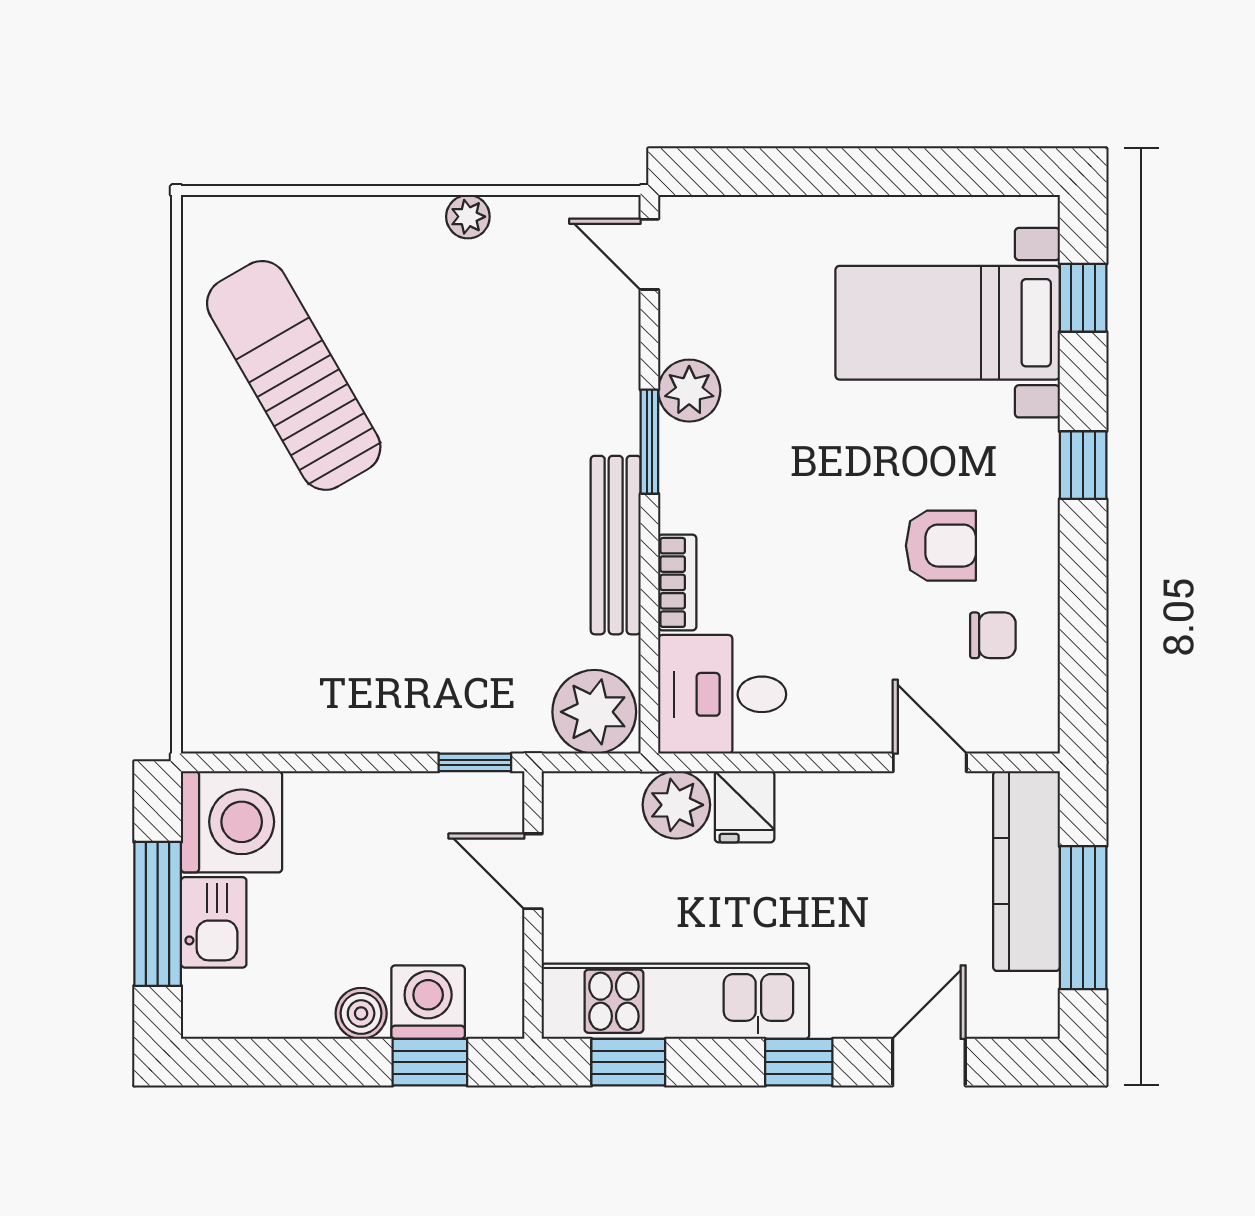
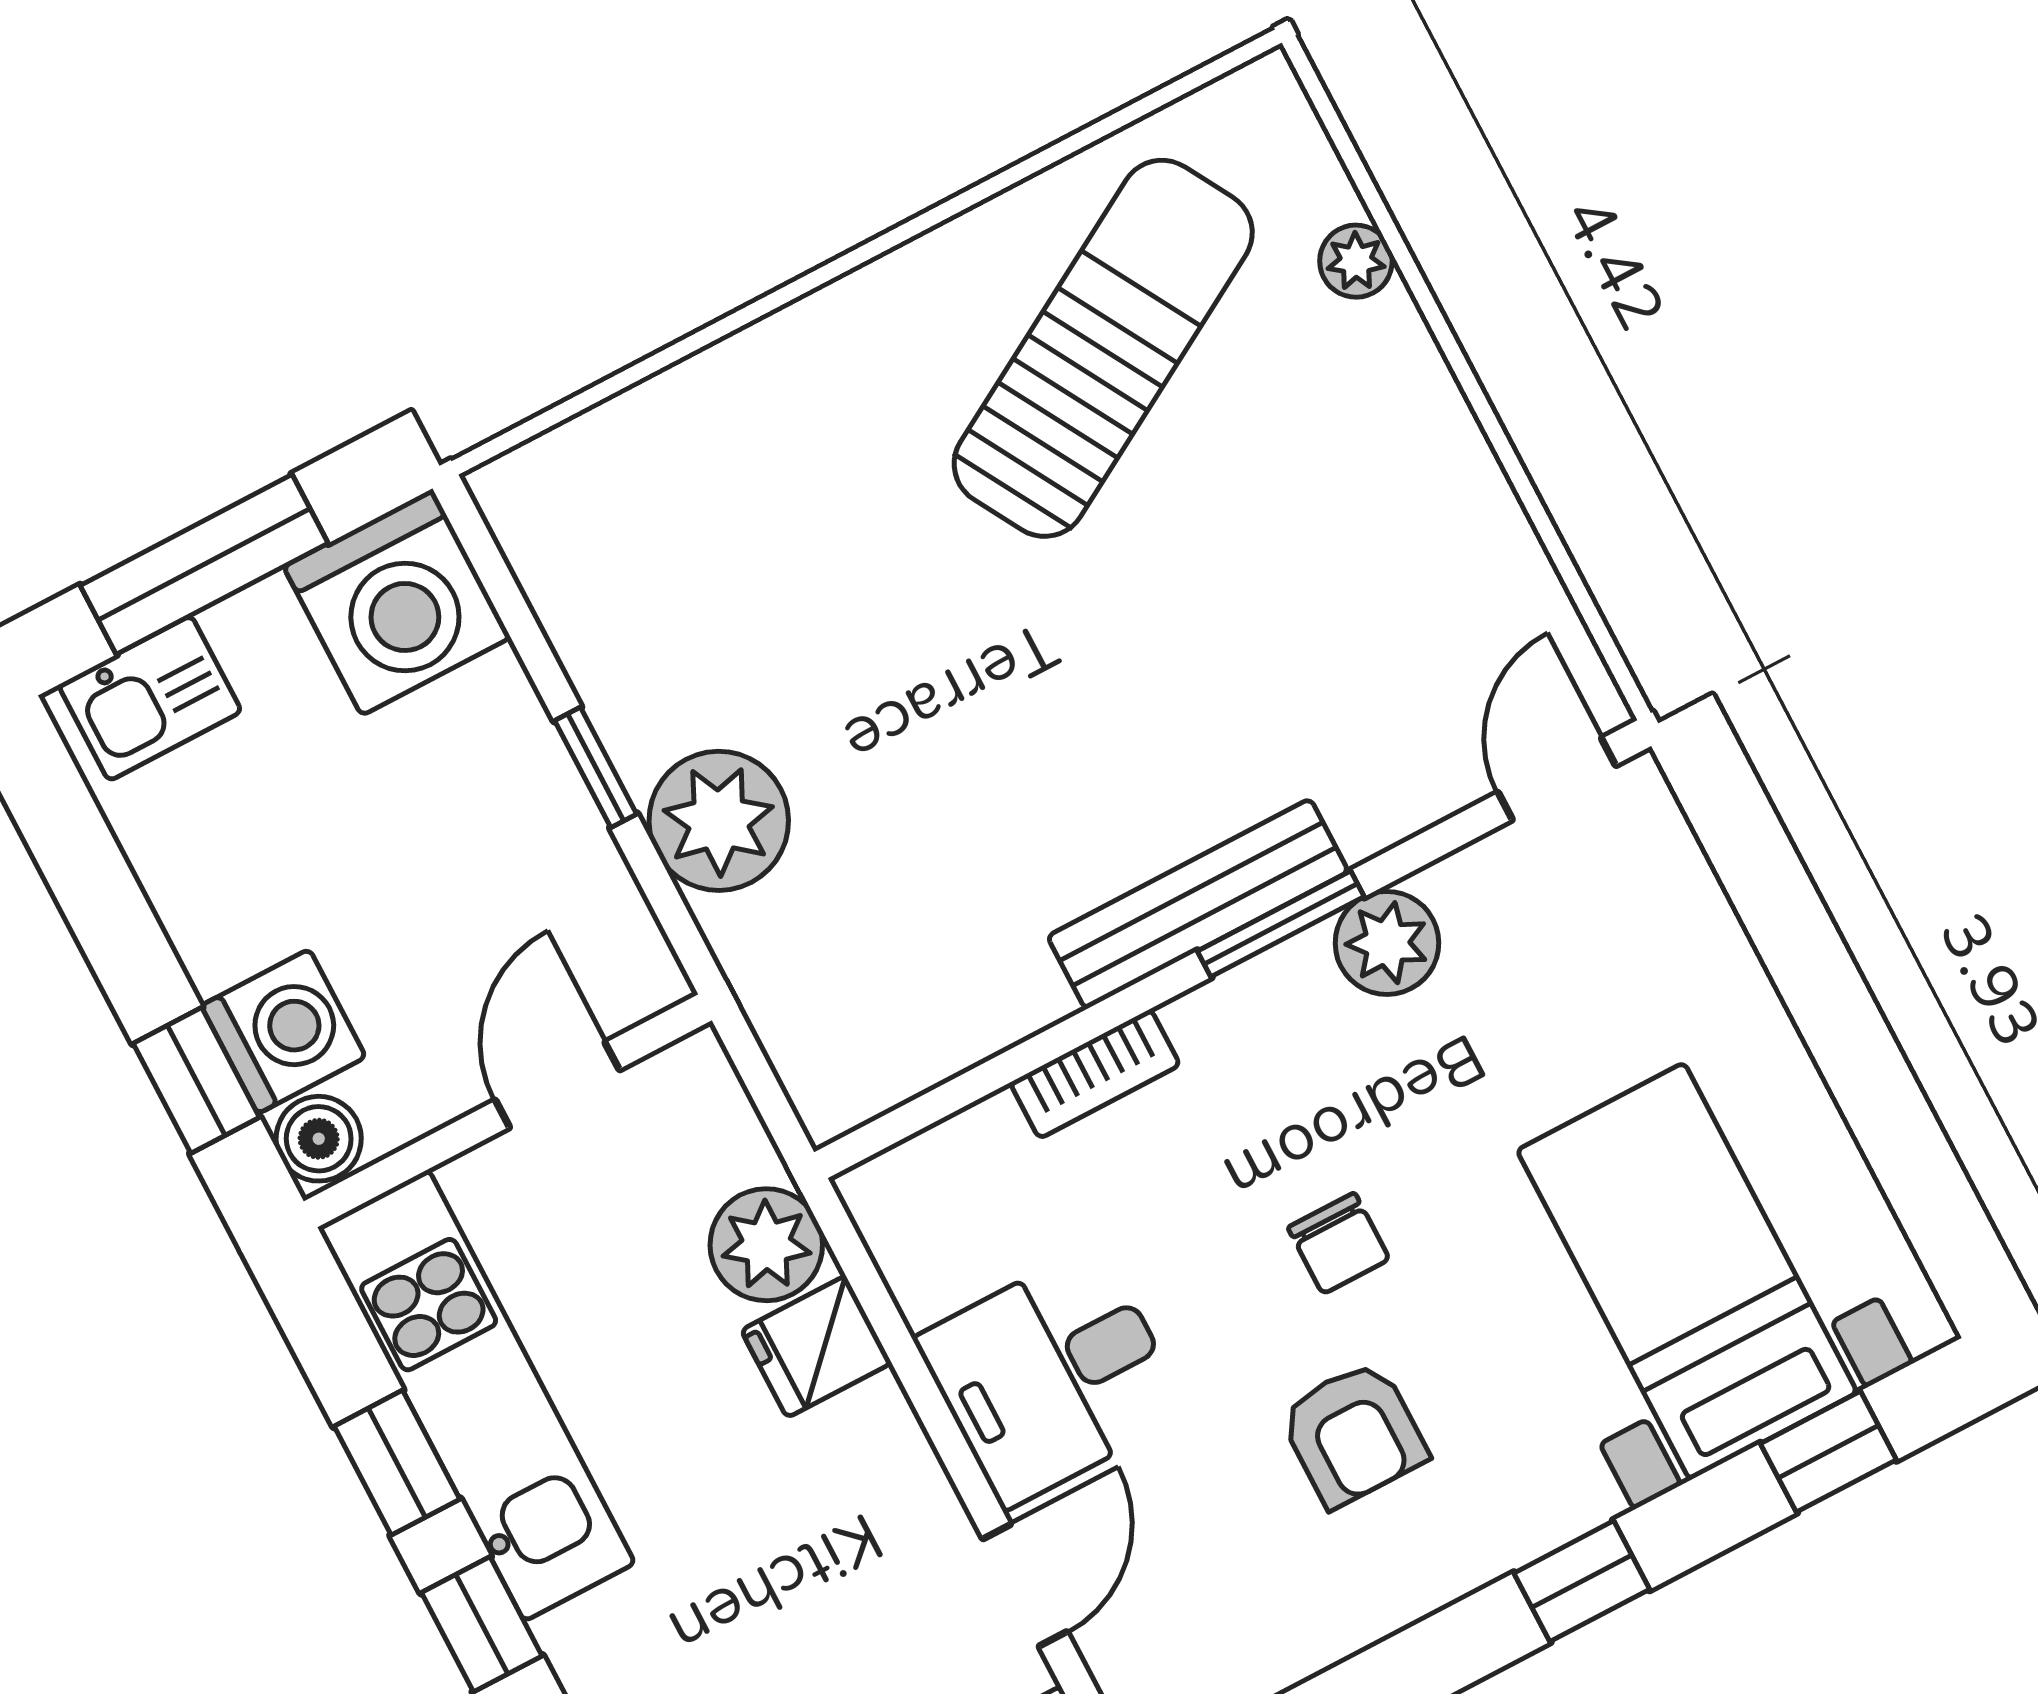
plant: (468, 217) -> (1356, 261), moved
bench: (616, 545) -> (1198, 904), moved
chair: (993, 635) -> (1339, 1243), moved
desk: (722, 694) -> (1052, 1376), moved, turned -90
plant: (594, 712) -> (719, 821), moved
window: (475, 762) -> (596, 767), moved
kitchen sink: (214, 922) -> (150, 698), moved
boiler: (361, 1013) -> (319, 1139), moved
window: (628, 1062) -> (397, 1463), moved

